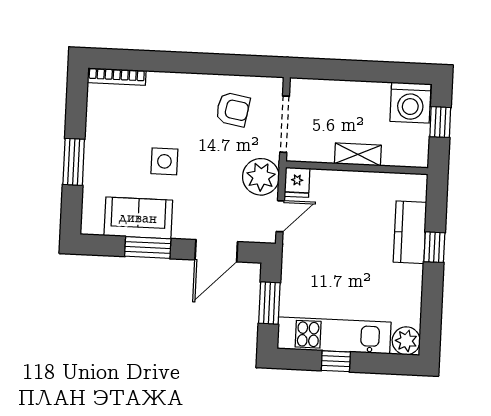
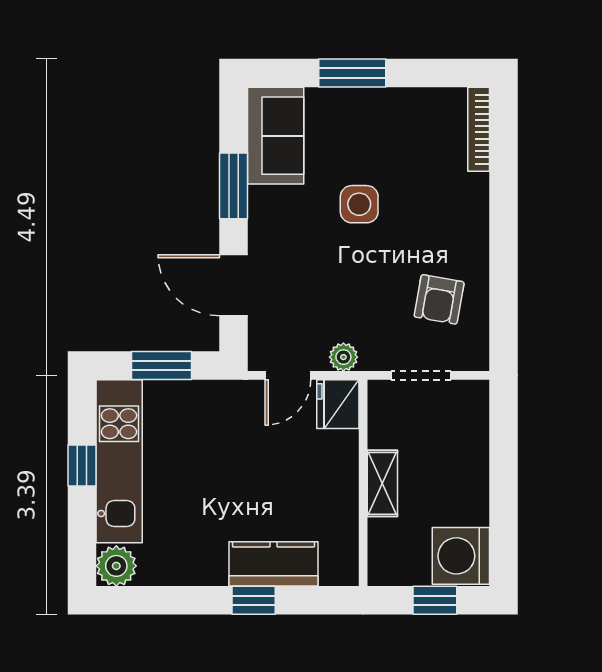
doorway: (285, 124) -> (421, 375), width x0.73
plant: (261, 177) -> (343, 357), width x0.53, depth x0.53
fridge: (297, 182) -> (338, 404), width x1.38
door: (280, 216) -> (288, 375), hinge flipped
sofa: (138, 218) -> (276, 136), moved

